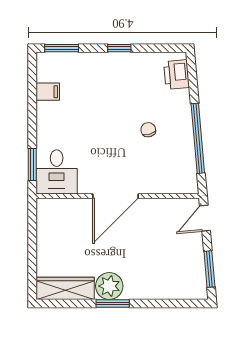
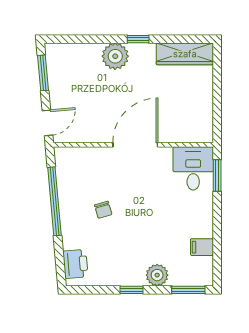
plant: (93, 63) -> (157, 275), added
plant: (109, 286) -> (115, 56), moved
window: (113, 303) -> (138, 39), width x0.67

